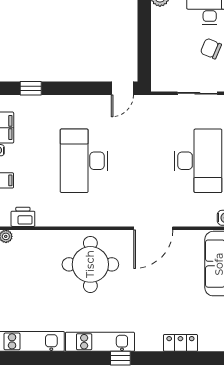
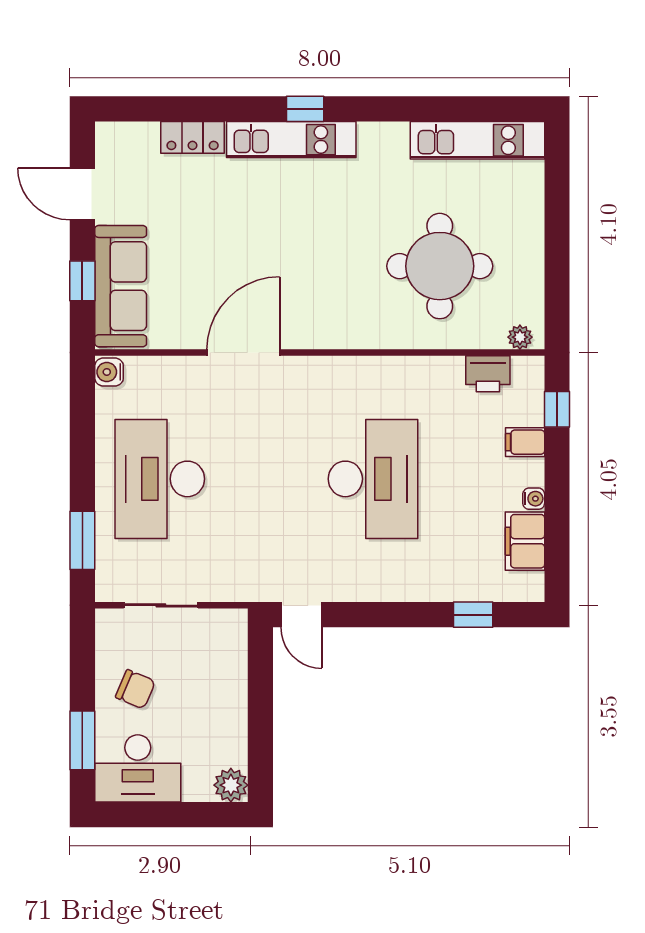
door: (122, 88) -> (301, 615), swing flipped
round table: (90, 264) -> (440, 266), moved
kitchen unit: (100, 342) -> (291, 140), moved

